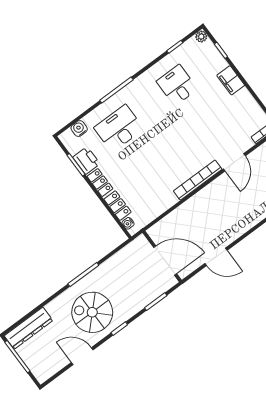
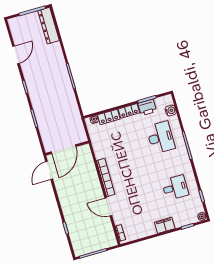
wall: (162, 256) -> (67, 148), moved
door: (165, 260) -> (64, 149), moved
spiral stairs: (92, 312) -> (43, 73), removed

